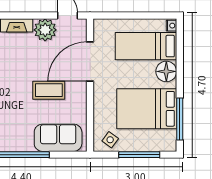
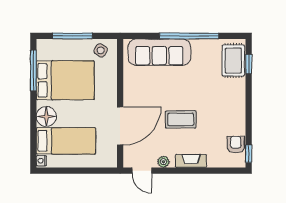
plant: (45, 30) -> (163, 162), width x0.53, depth x0.53
coffee table: (49, 90) -> (181, 119), moved
sofa: (58, 138) -> (159, 52), width x1.36

